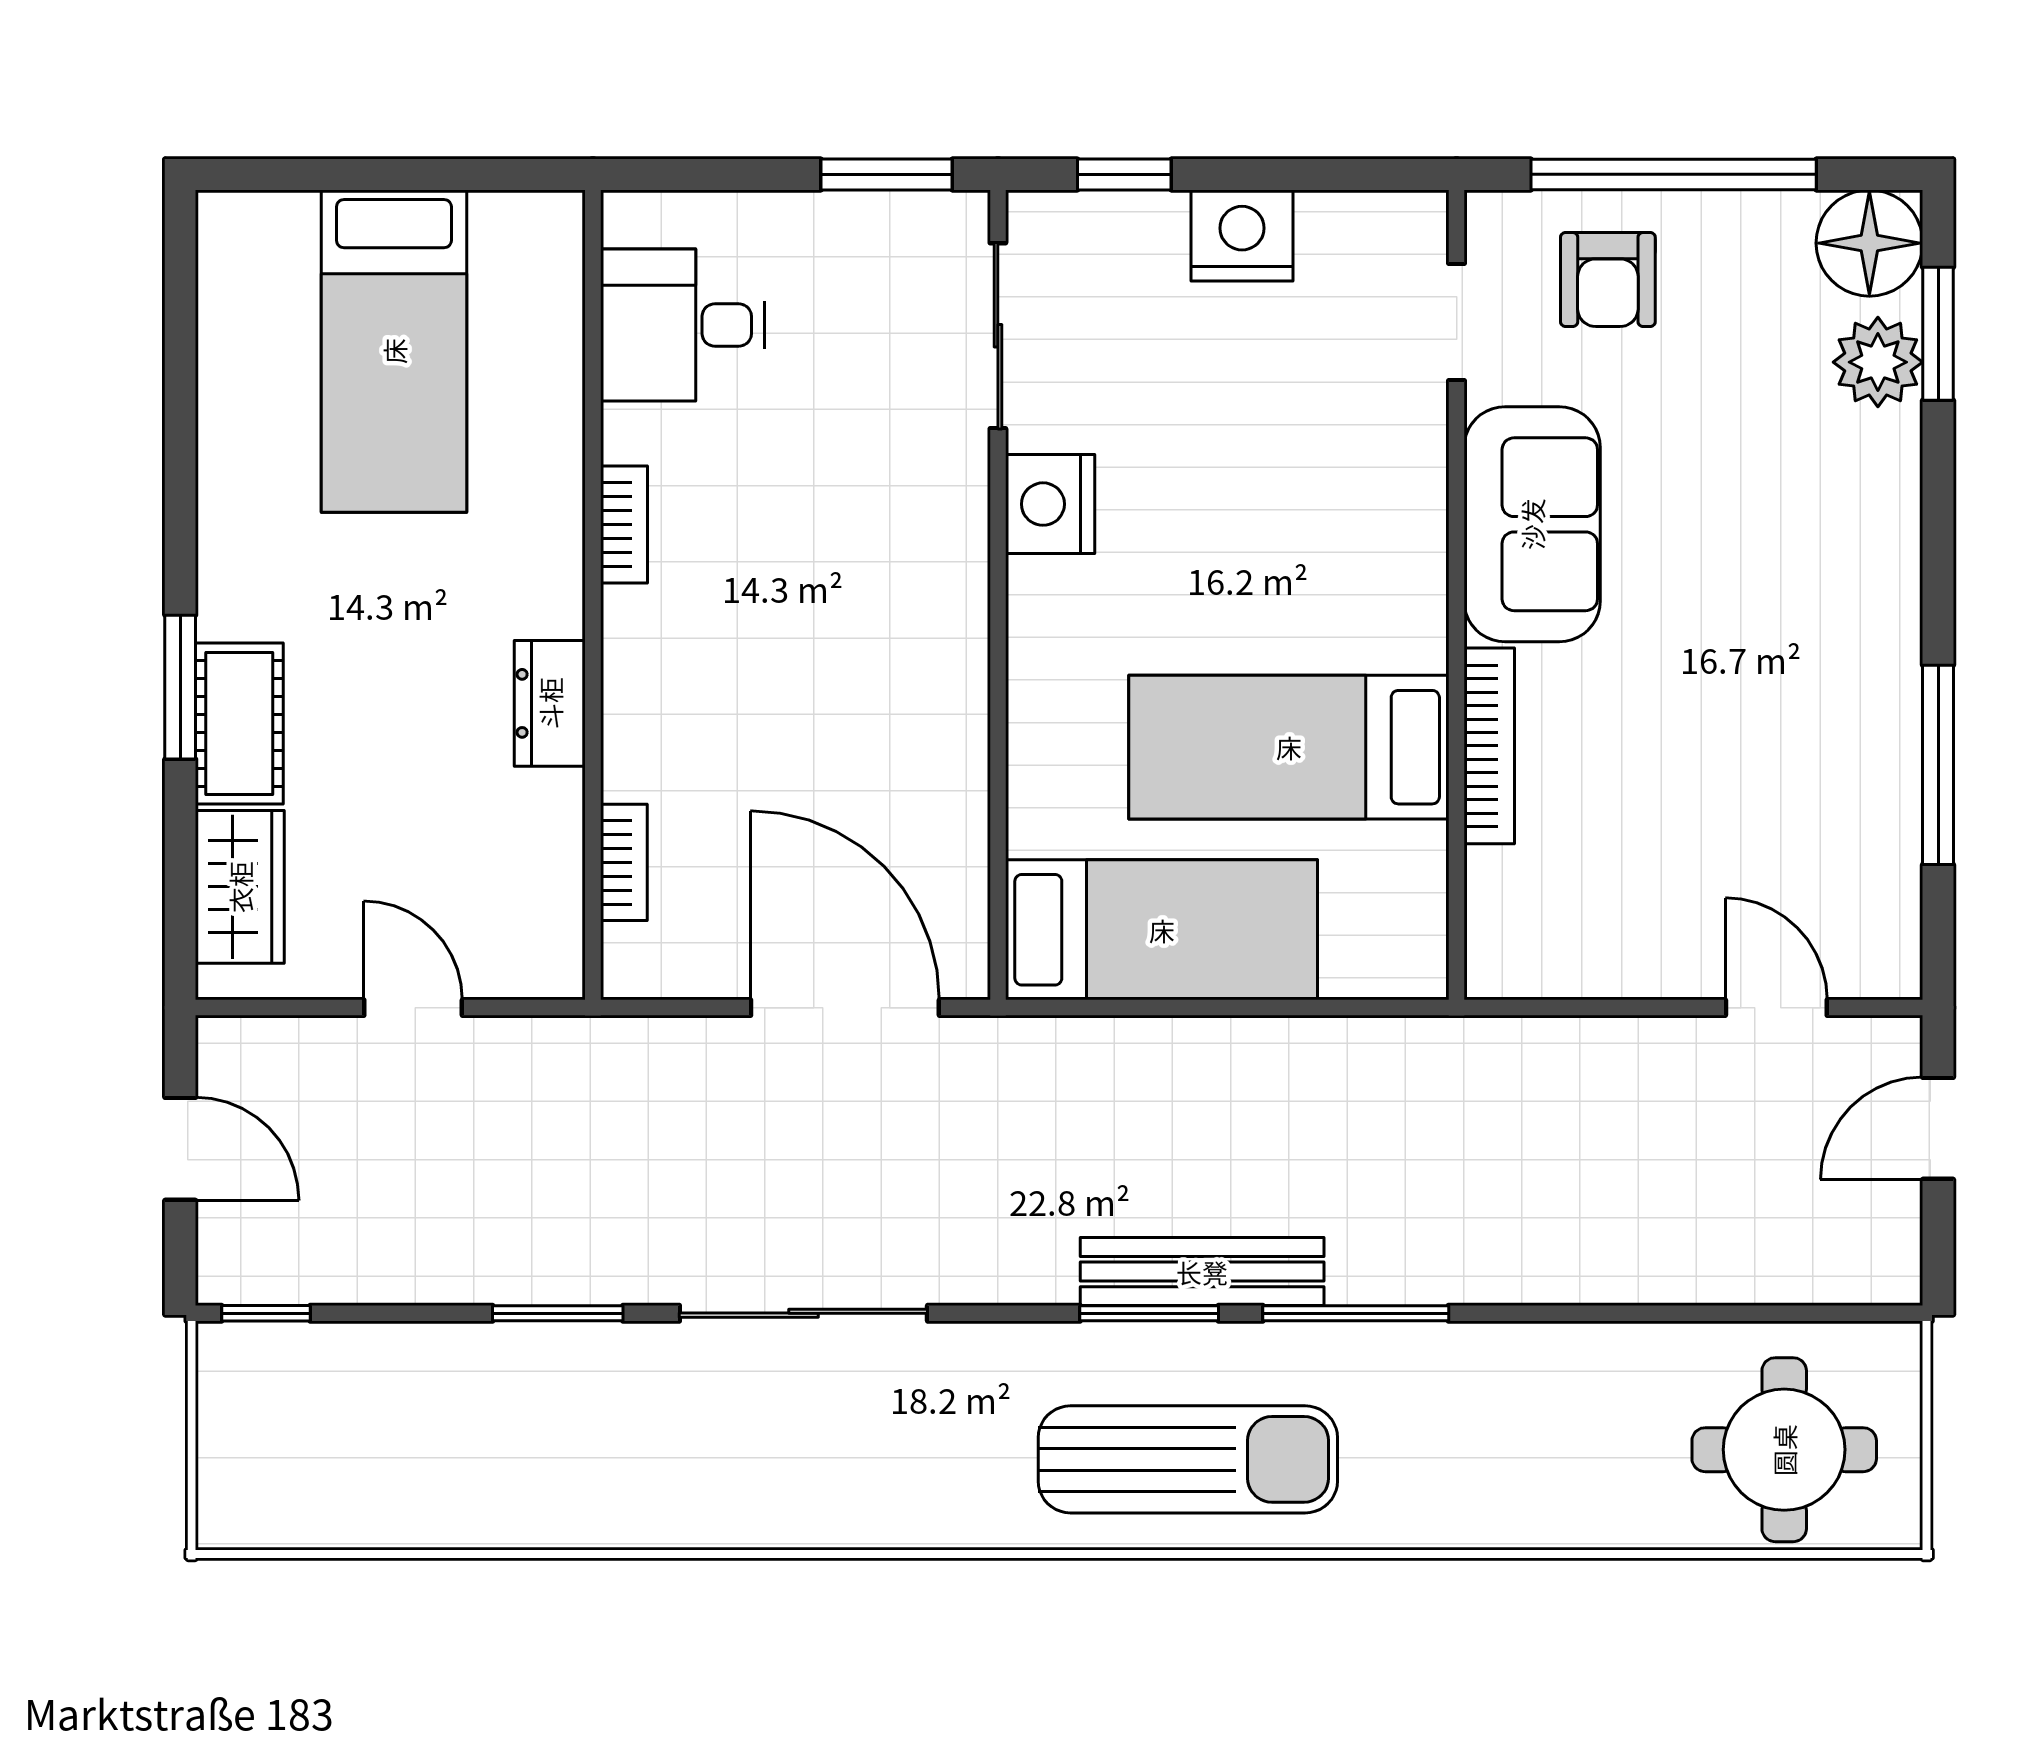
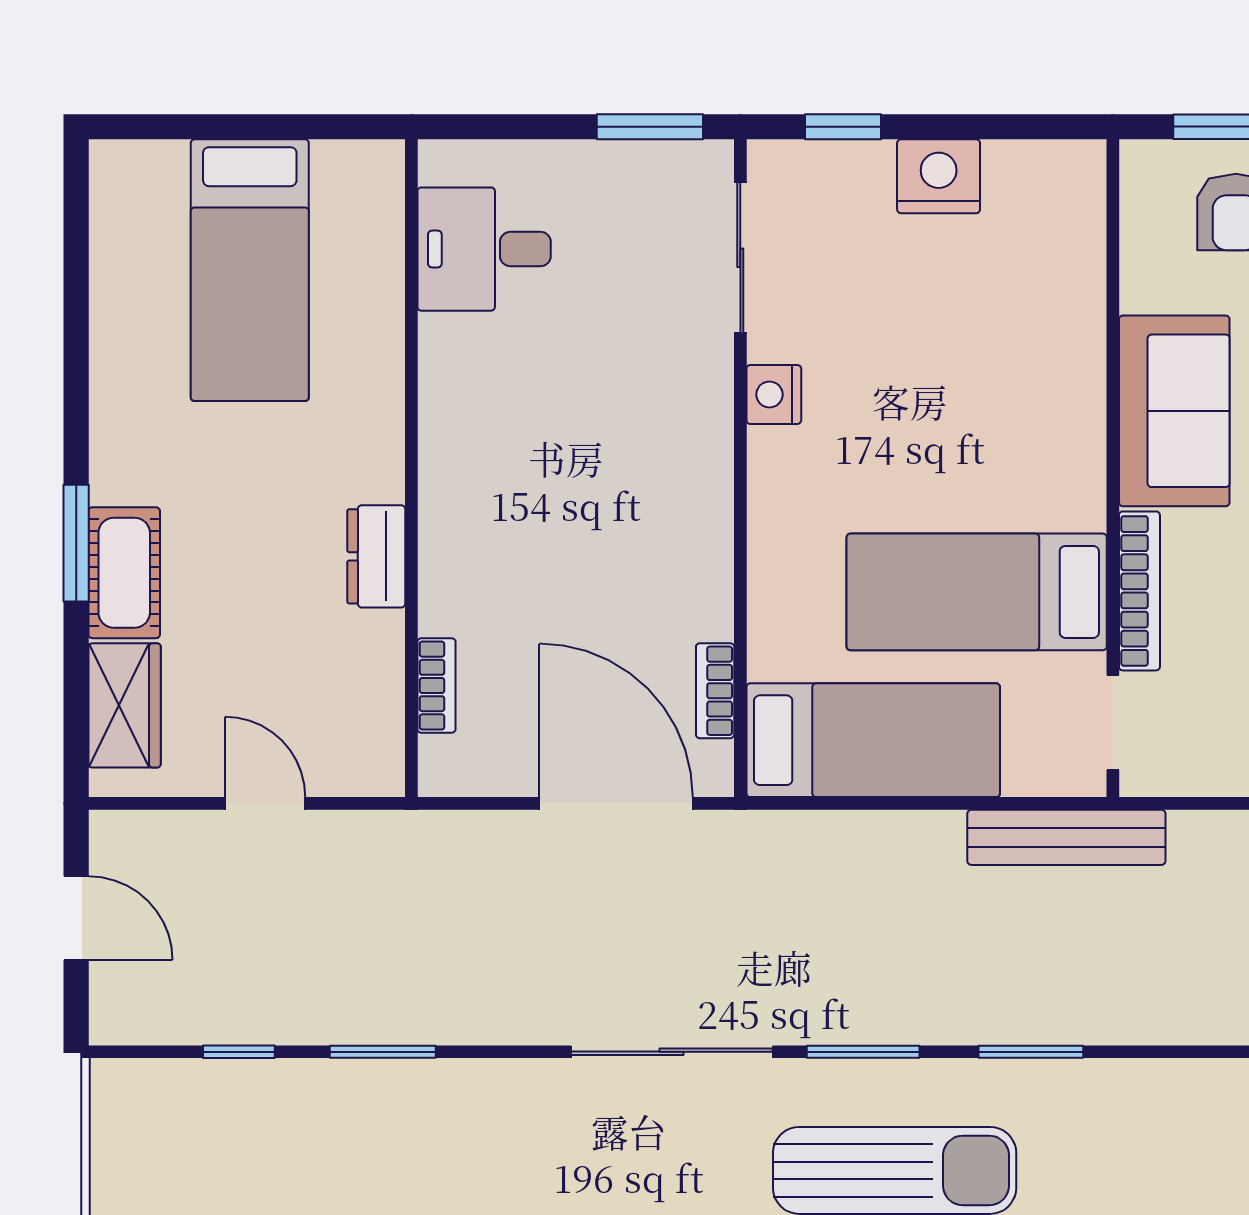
doorway: (1457, 322) -> (1113, 722), moved
nightstand: (1050, 504) -> (774, 394), width x0.74, depth x0.75
bookcase: (624, 524) -> (715, 691), moved, turned 180
bench: (1202, 1272) -> (1066, 837), moved
window: (266, 1313) -> (239, 1052), moved
sliding door: (803, 1313) -> (672, 1052), moved
window: (1356, 1313) -> (1031, 1052), width x0.69

